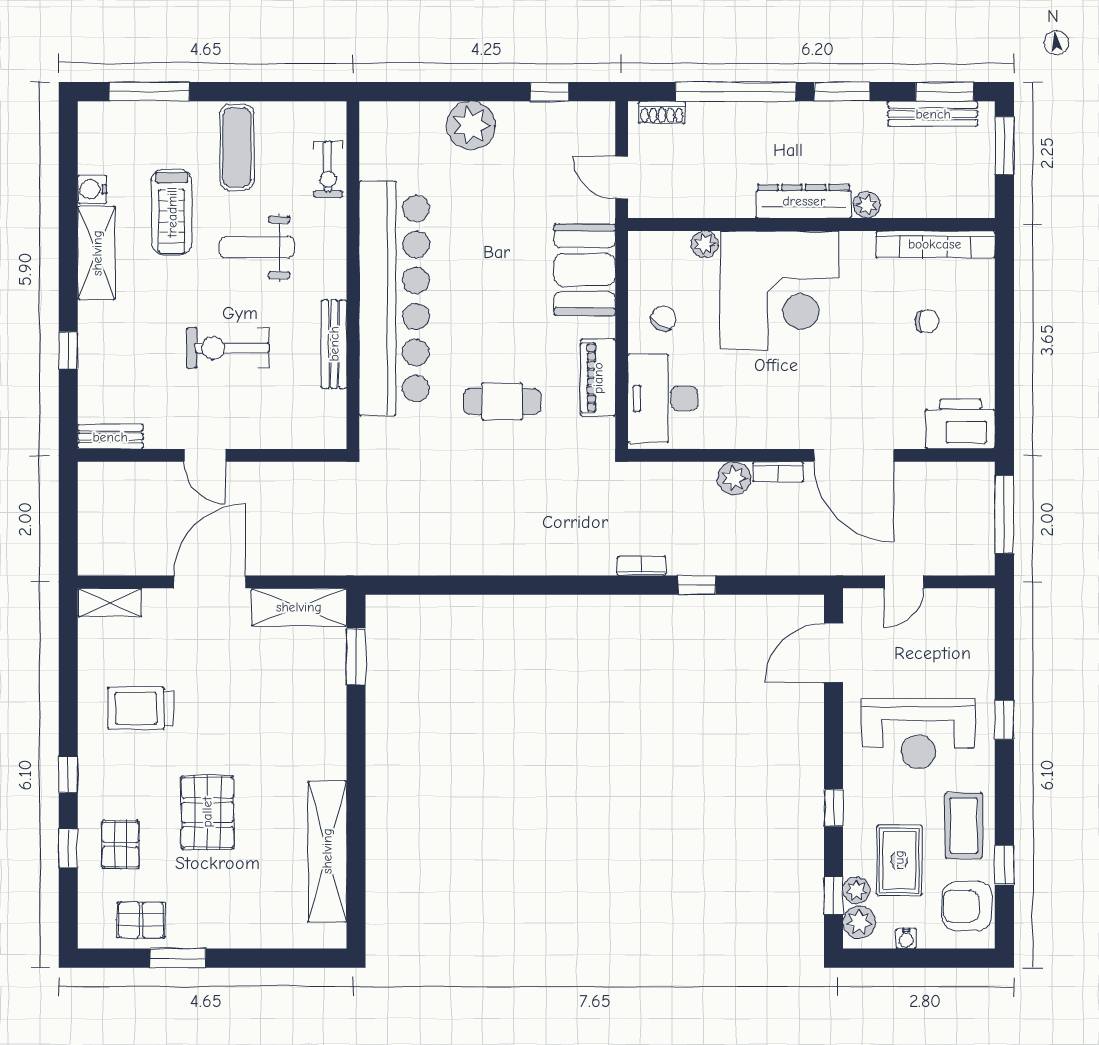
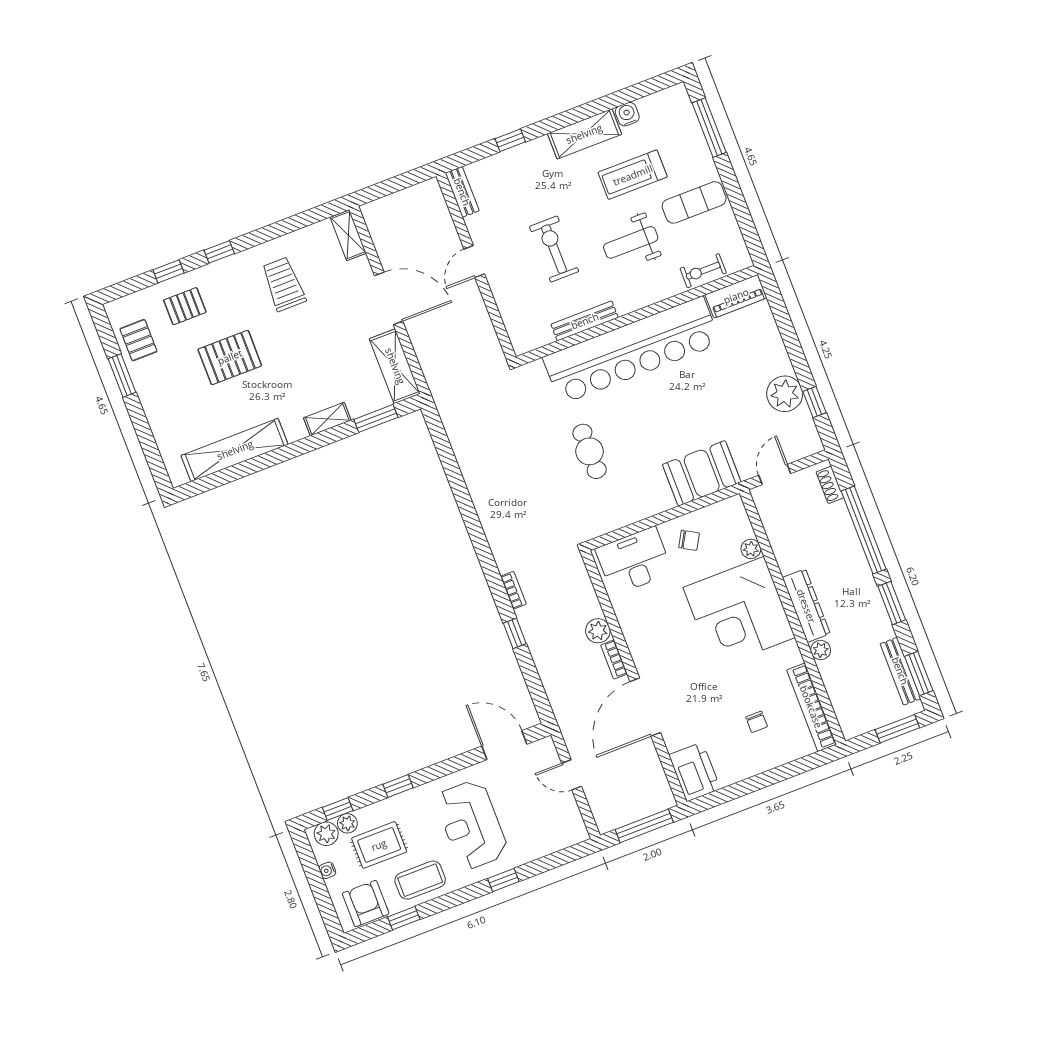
plant: (471, 126) -> (785, 394), moved
weight bench: (257, 247) -> (631, 242), turned -90
piano: (598, 378) -> (736, 296), moved, turned 180
shelving: (333, 719) -> (327, 419), added

